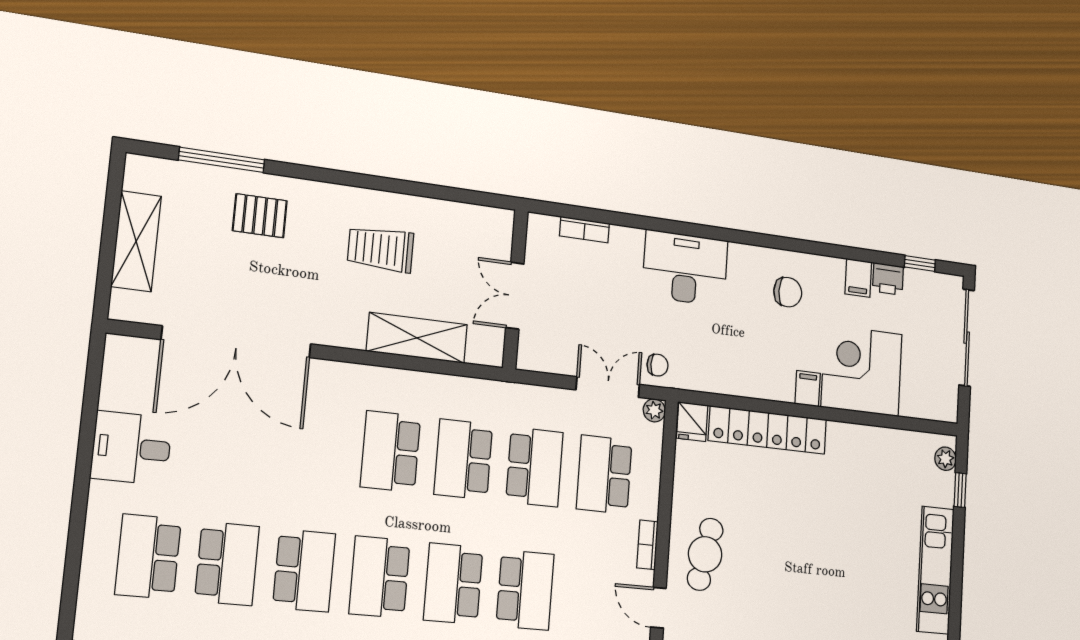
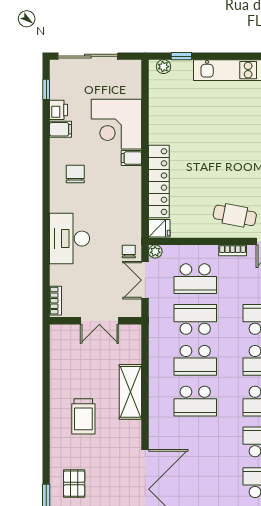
wall: (515, 289) -> (96, 321), moved
double door: (515, 296) -> (99, 321), moved

